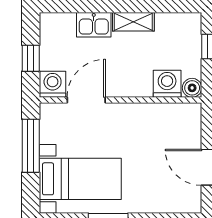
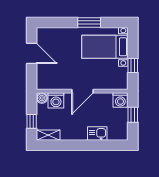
shelving: (133, 22) -> (48, 135), moved
door: (86, 100) -> (82, 91), moved
window: (31, 146) -> (133, 65), width x0.46

